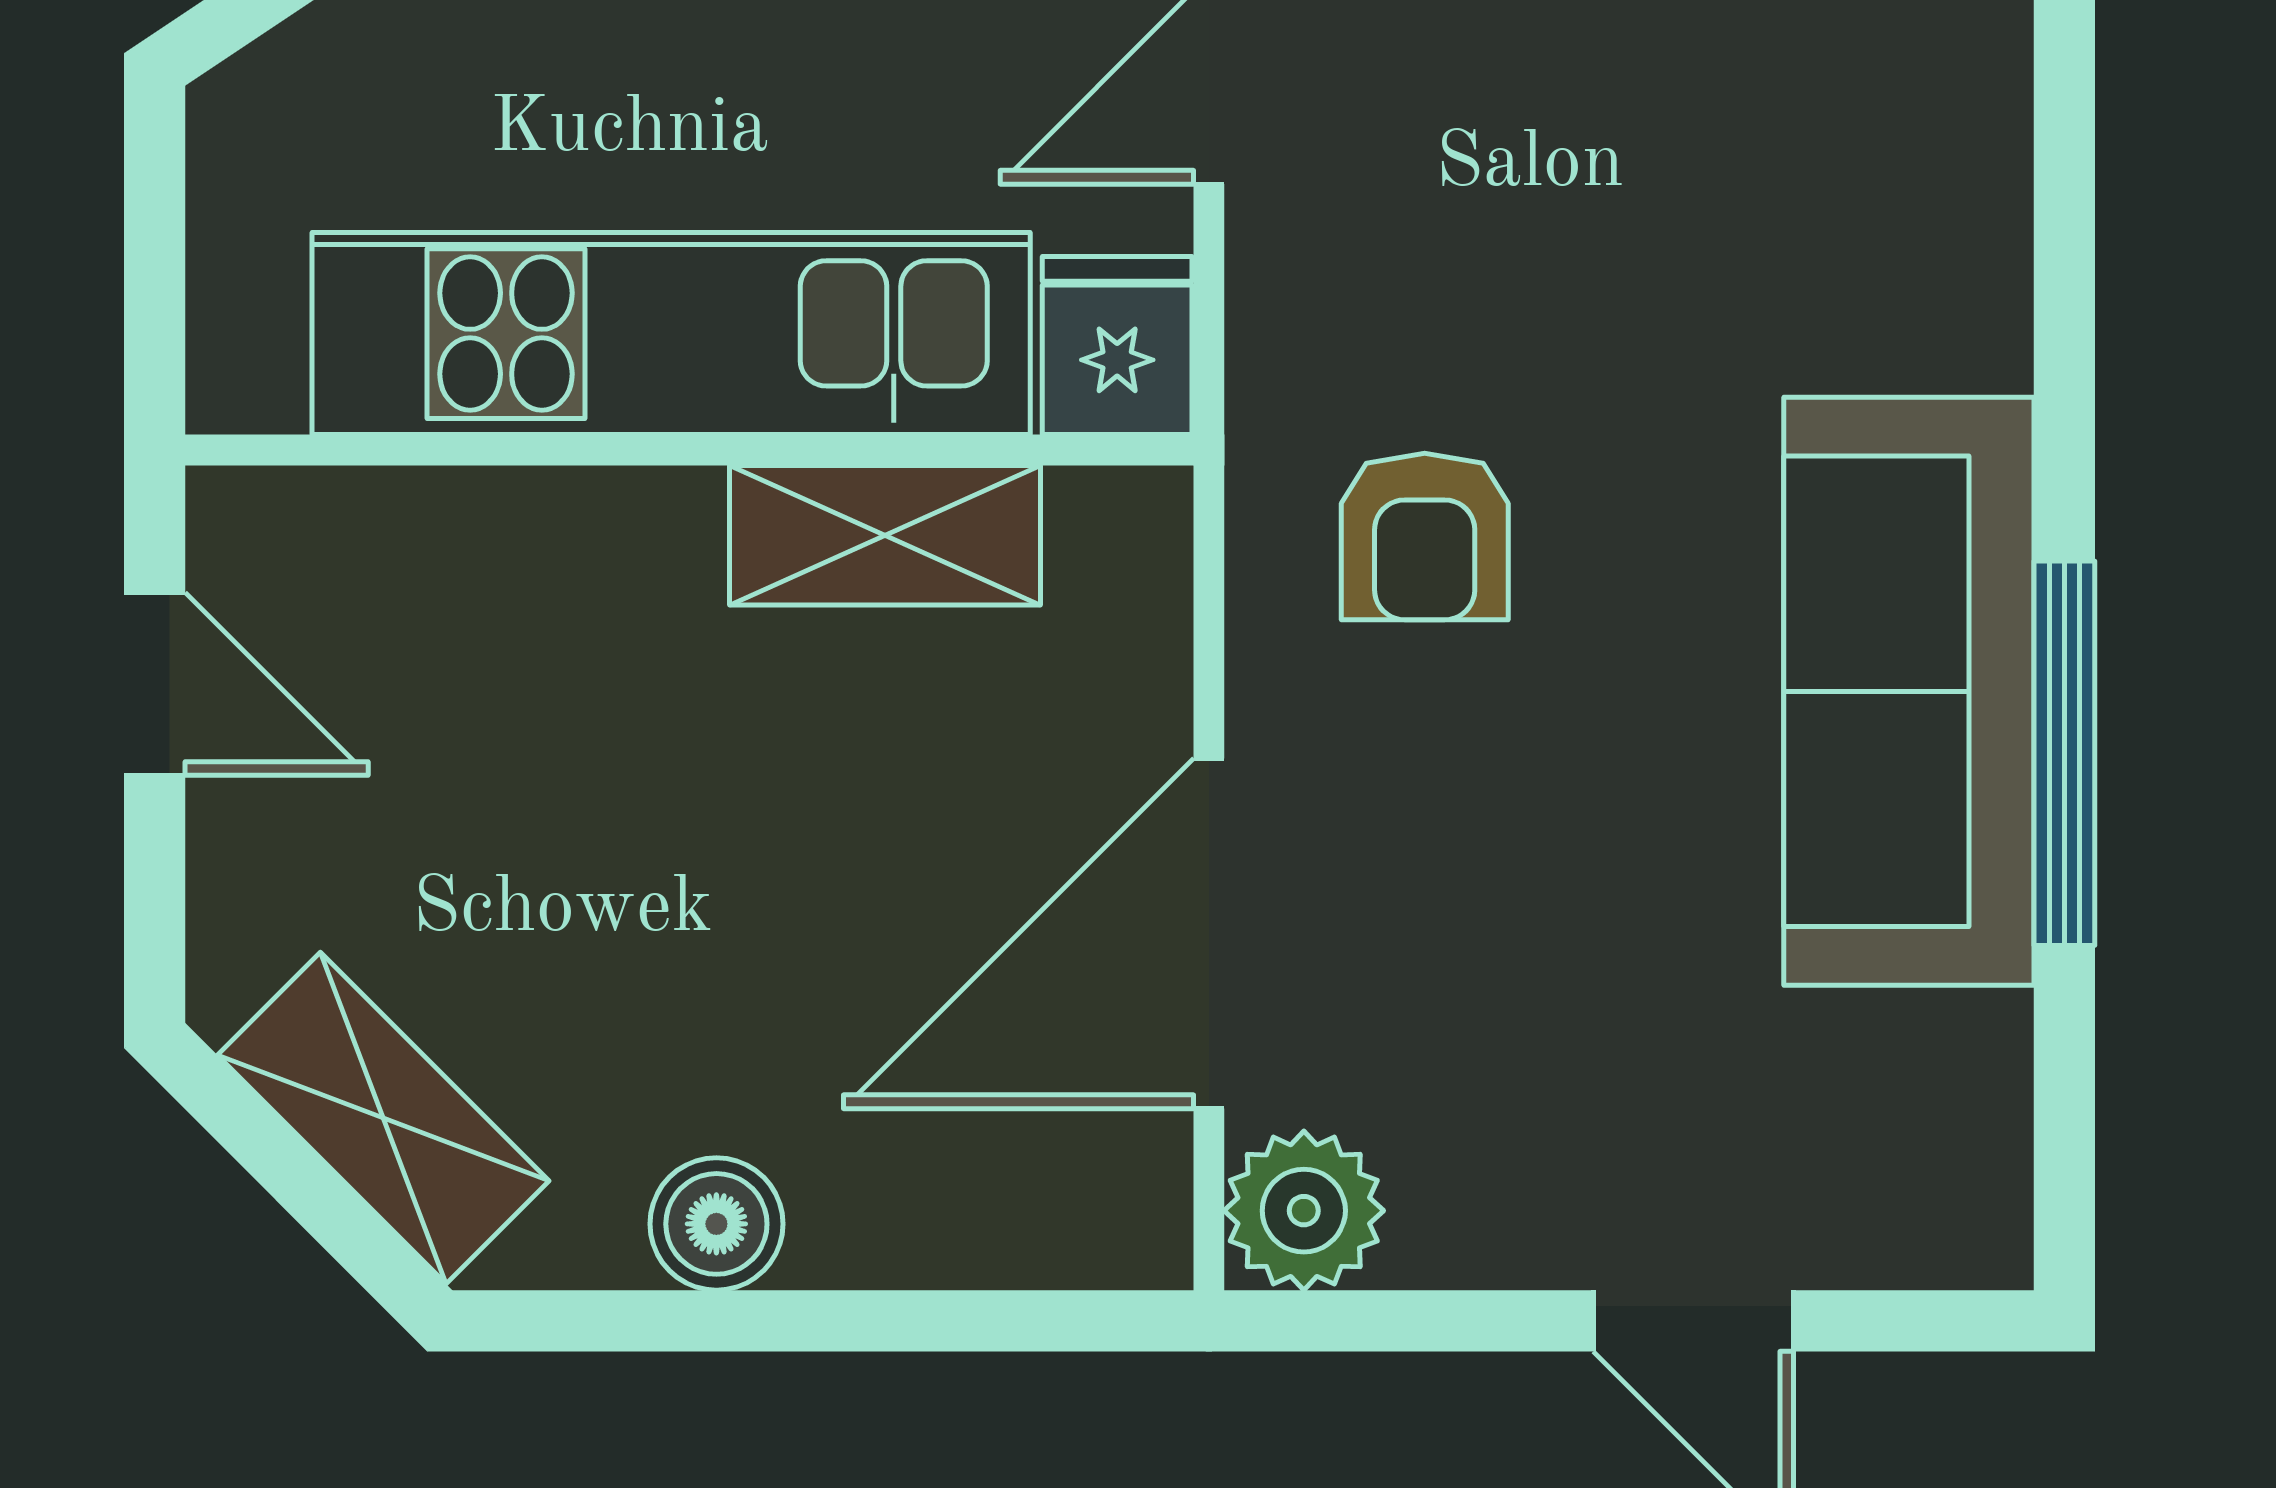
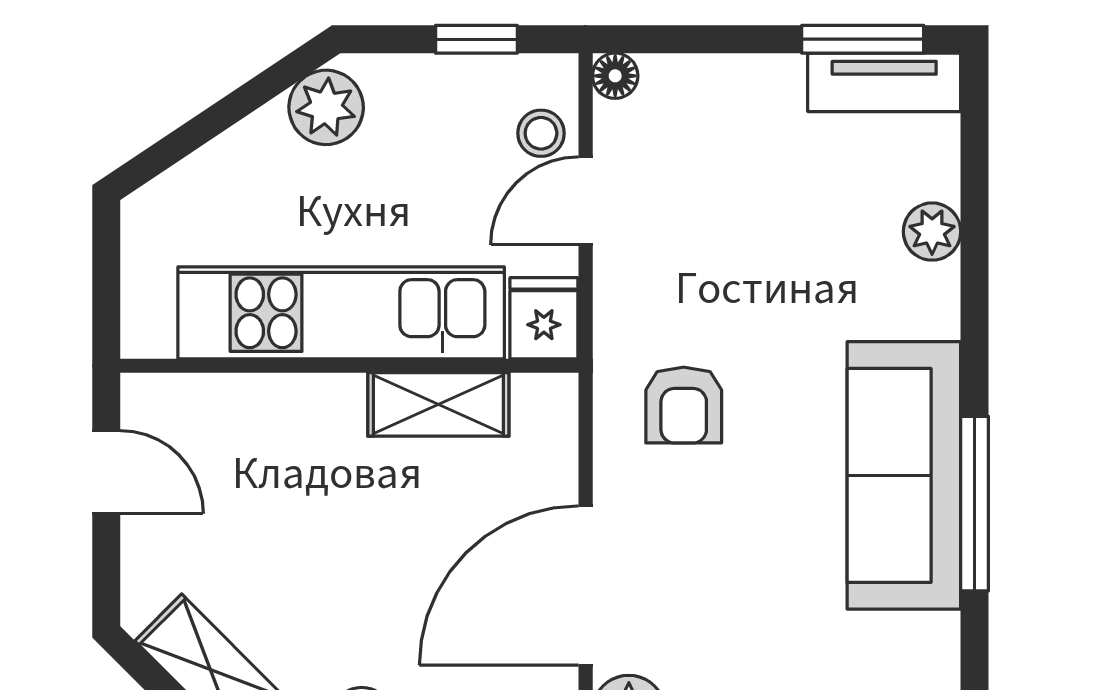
plant: (1971, 155) -> (932, 232), added

